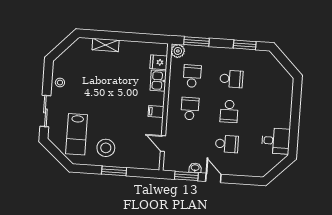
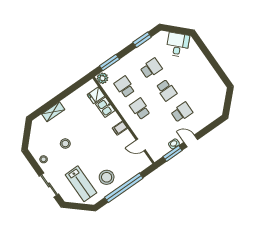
stool: (93, 84) -> (65, 144), added
desk: (276, 141) -> (178, 45), moved, turned -45
window: (114, 171) -> (124, 188), width x2.11

